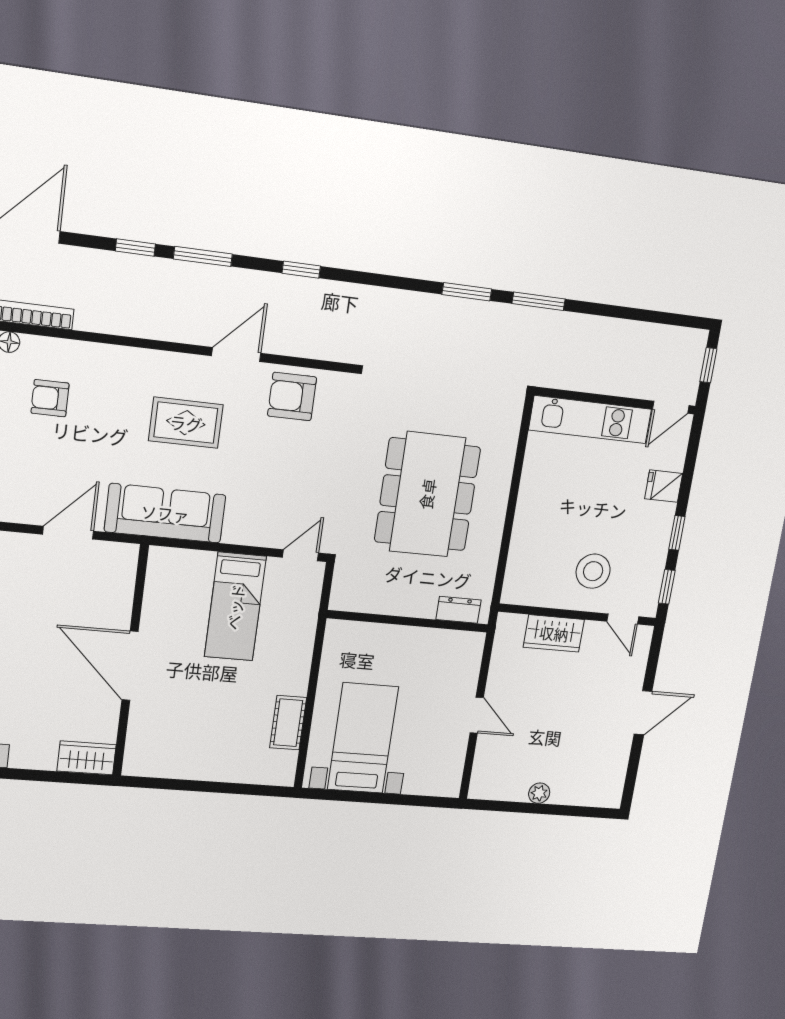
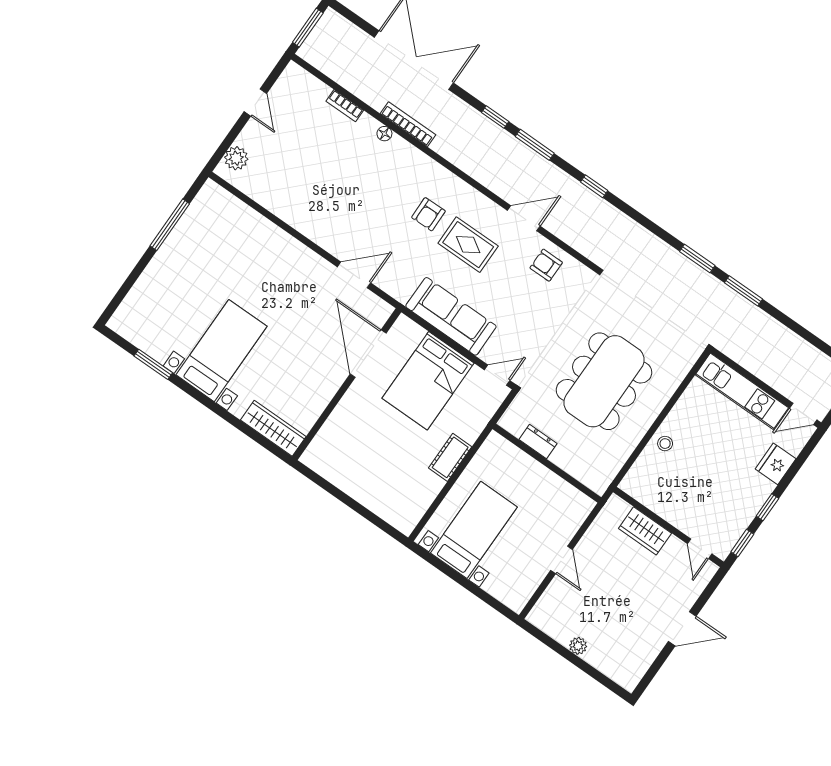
armchair: (292, 396) -> (546, 265), width x0.72, depth x0.72
armchair: (50, 398) -> (428, 214), moved, turned -91
fridge: (664, 486) -> (776, 464), width x1.38
sofa: (165, 513) -> (451, 316), moved
stool: (593, 571) -> (665, 444), moved, width x0.53, depth x0.53
bed: (235, 607) -> (428, 381), width x1.50
dresser: (459, 610) -> (538, 441), moved
door: (130, 666) -> (368, 354), moved
cot: (288, 723) -> (450, 457), moved
wardrobe: (87, 758) -> (273, 428), width x1.50

